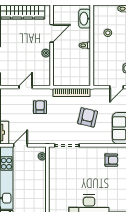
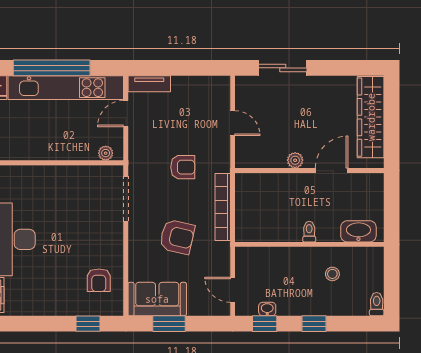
door: (52, 33) -> (332, 171), swing flipped
armchair: (40, 107) -> (183, 167), moved
door: (21, 145) -> (126, 114), swing flipped

